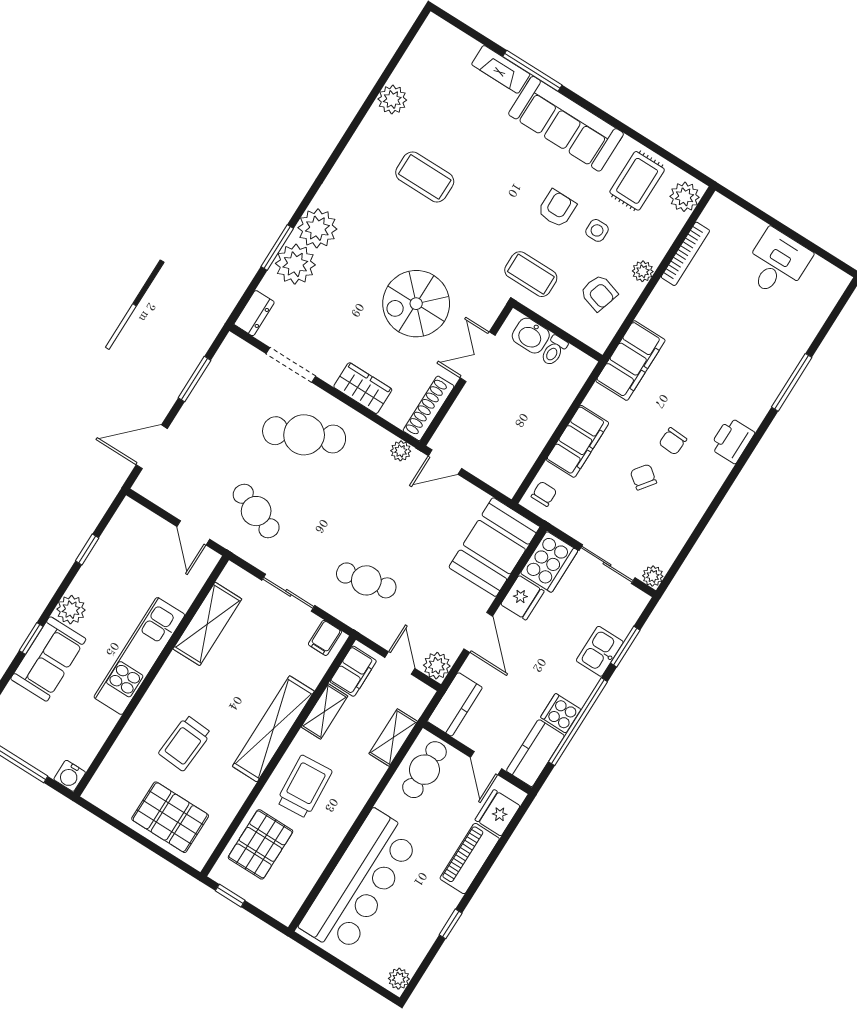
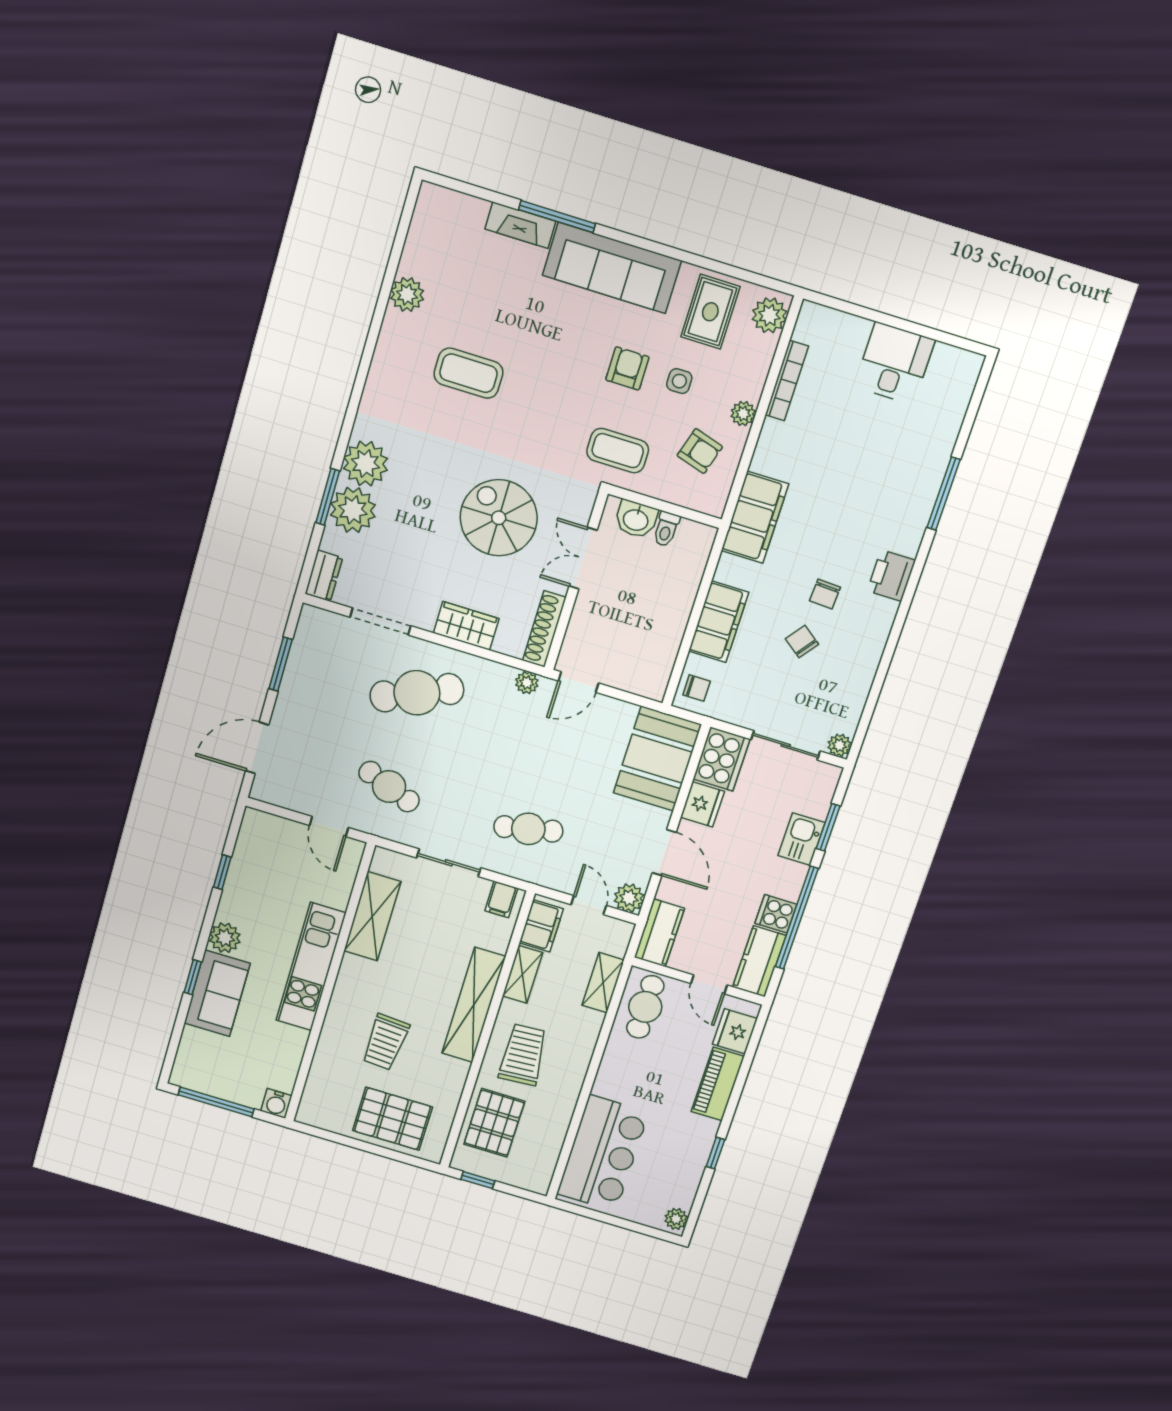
spiral stairs: (416, 304) -> (499, 518), turned 90
chair: (544, 494) -> (697, 688), turned 90
bar counter: (360, 882) -> (603, 1153), width x0.73

